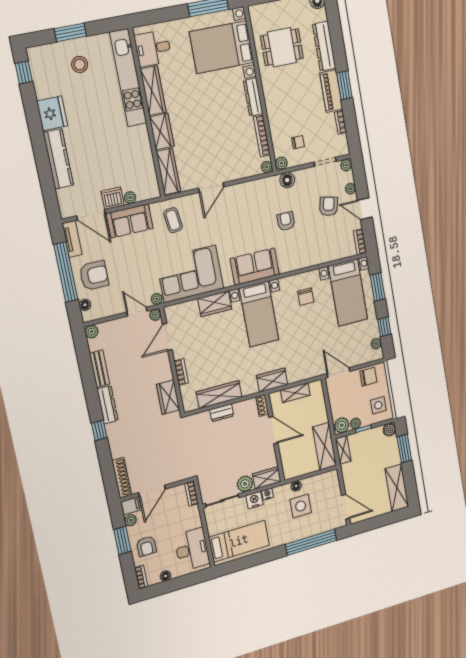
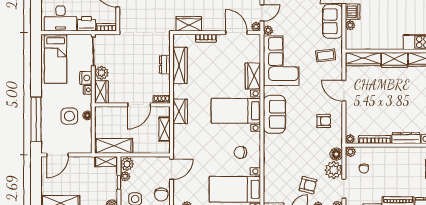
plant: (306, 179) -> (334, 170), added
armchair: (286, 221) -> (324, 121), moved
printer: (192, 518) -> (87, 24), added

